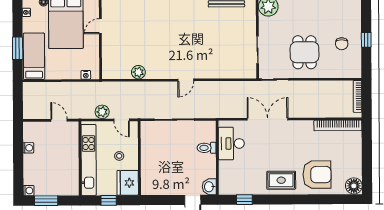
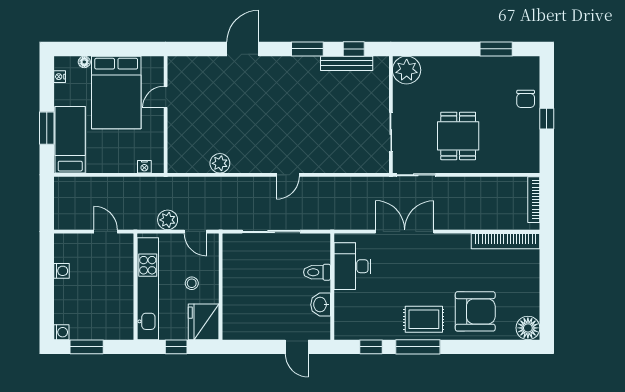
chair: (342, 44) -> (526, 99), moved
washbasin: (209, 187) -> (321, 305), moved
window: (277, 199) -> (418, 347), added

